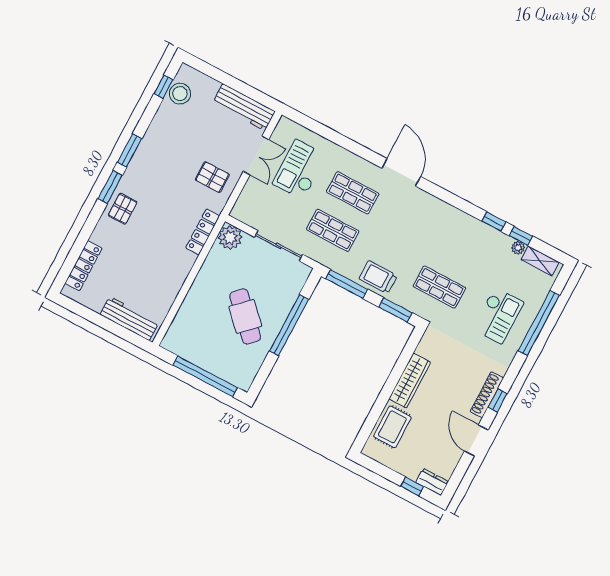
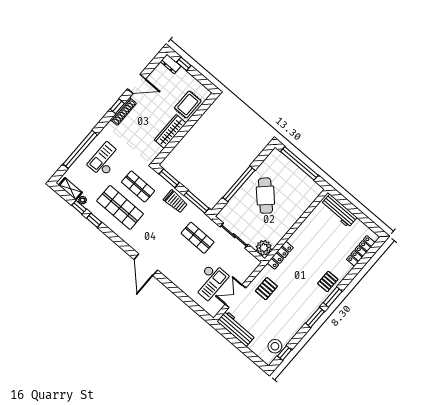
pallet: (212, 177) -> (266, 289), turned 90
shop shelf: (353, 193) -> (120, 207), moved, width x1.43, depth x1.36
door: (476, 441) -> (137, 84), hinge flipped

